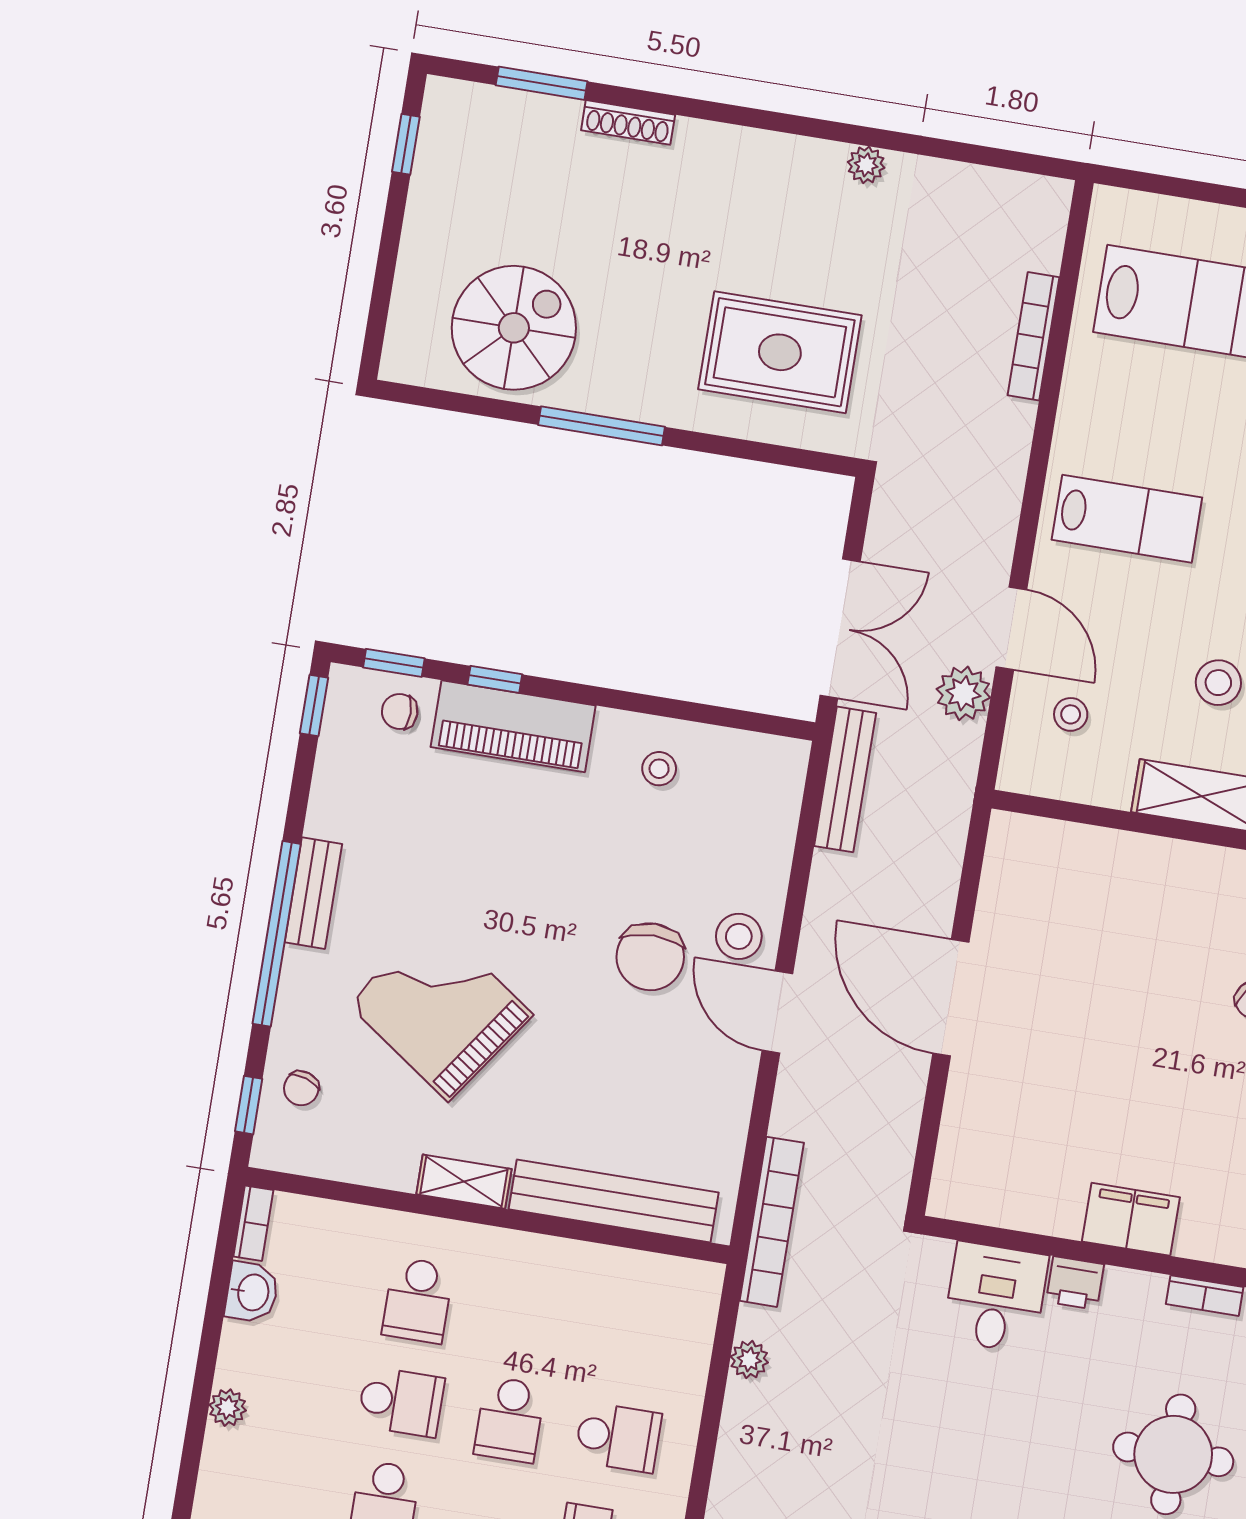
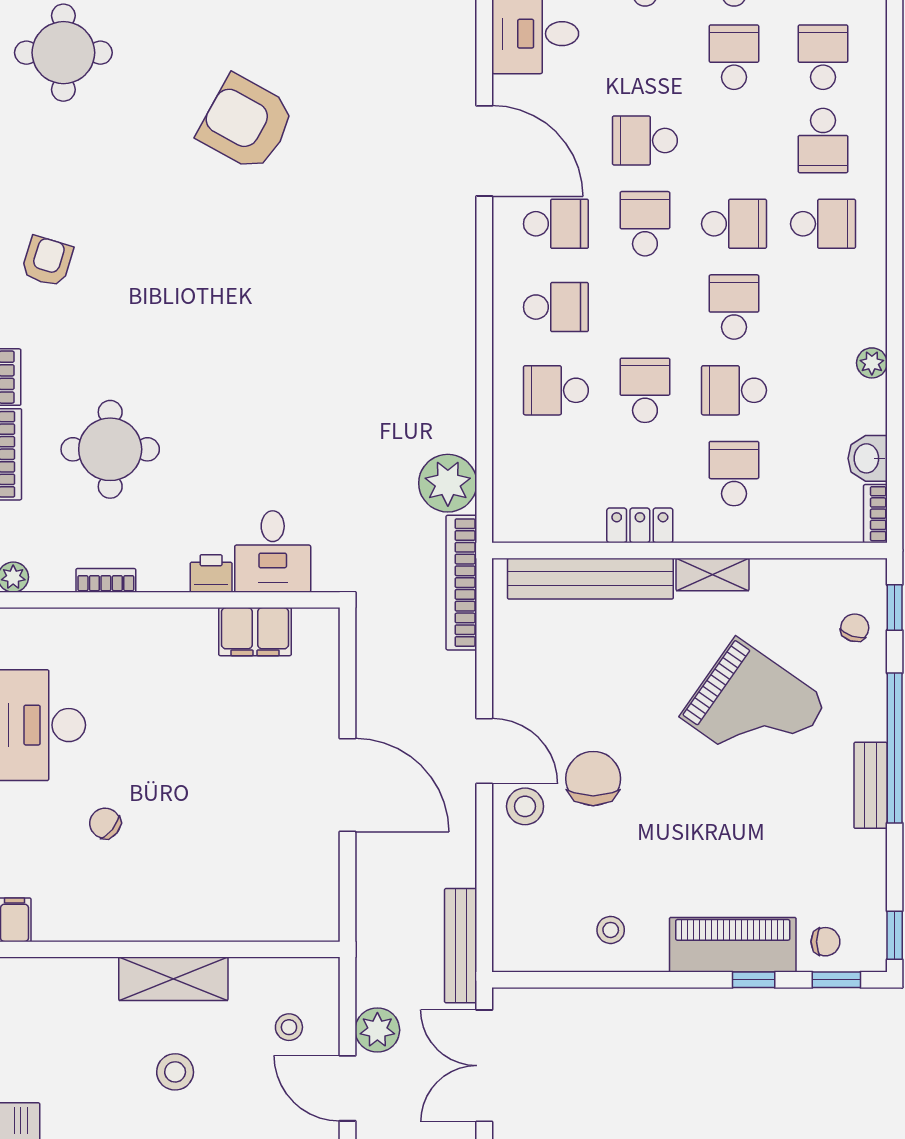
filing cabinet: (1131, 1219) -> (255, 632), moved
locker: (543, 1256) -> (640, 525), added
plant: (749, 1360) -> (448, 483), width x1.87, depth x1.87

